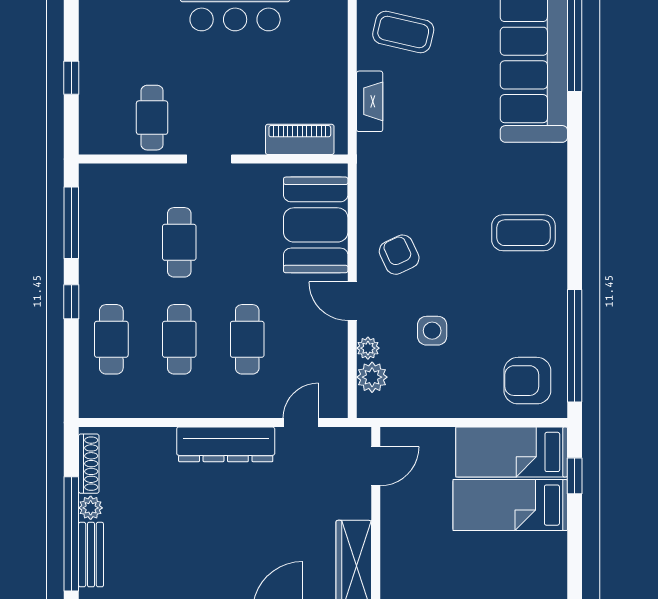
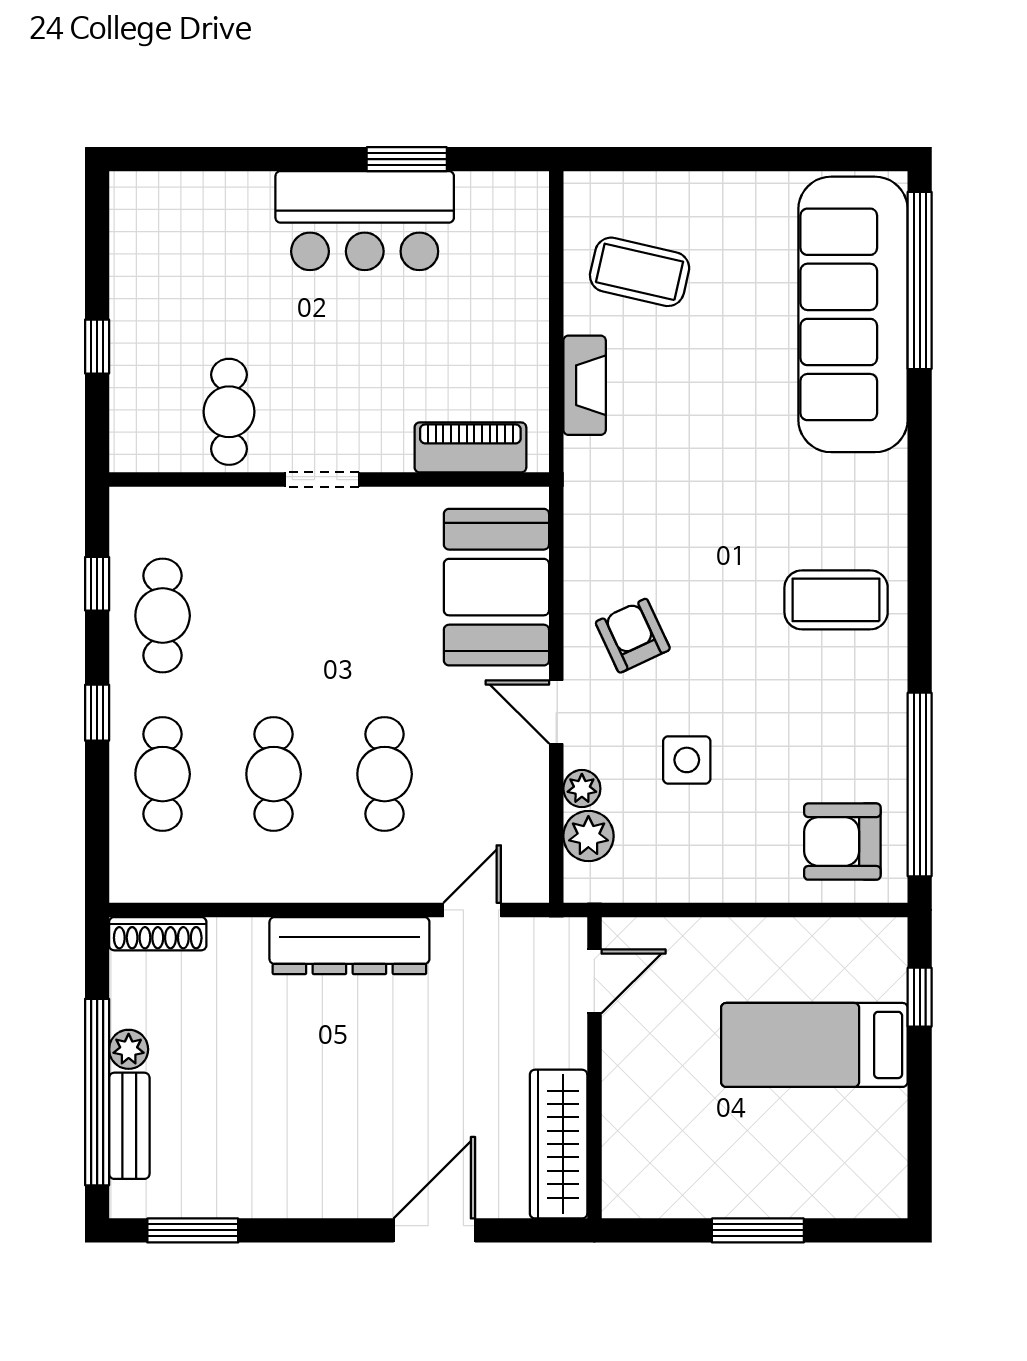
window: (71, 223) -> (97, 584), width x0.46
cafe table: (179, 242) -> (163, 616), moved
bed: (512, 452) -> (817, 958), removed
shoe rack: (89, 464) -> (158, 934), moved, turned 90

